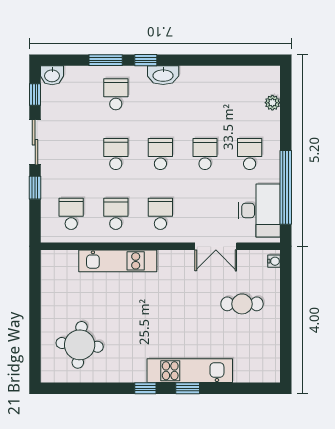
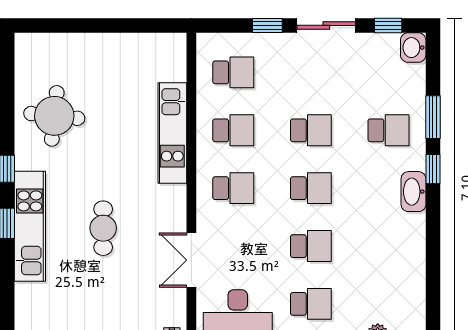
cafe table: (242, 304) -> (103, 228), moved
round table: (80, 345) -> (54, 116), moved

